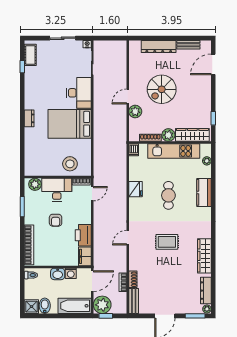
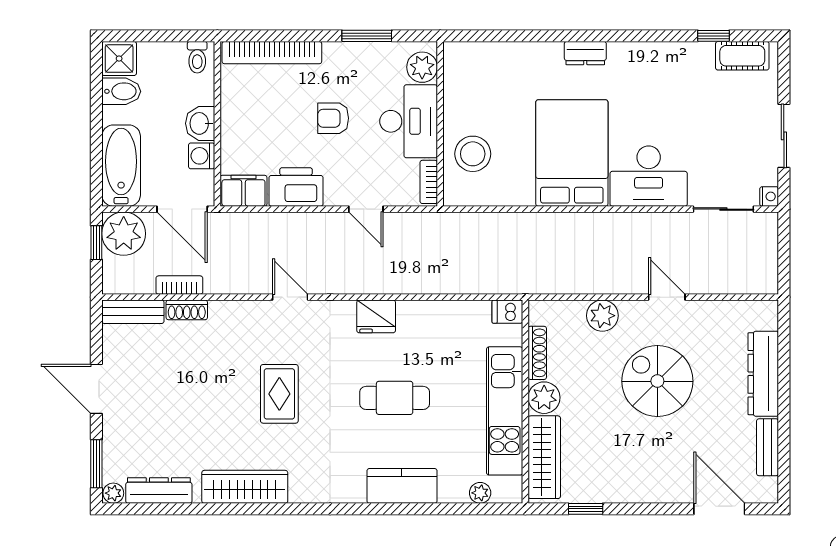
door: (128, 96) -> (667, 297), moved
fridge: (136, 189) -> (376, 316), moved
door: (92, 194) -> (366, 209), moved

